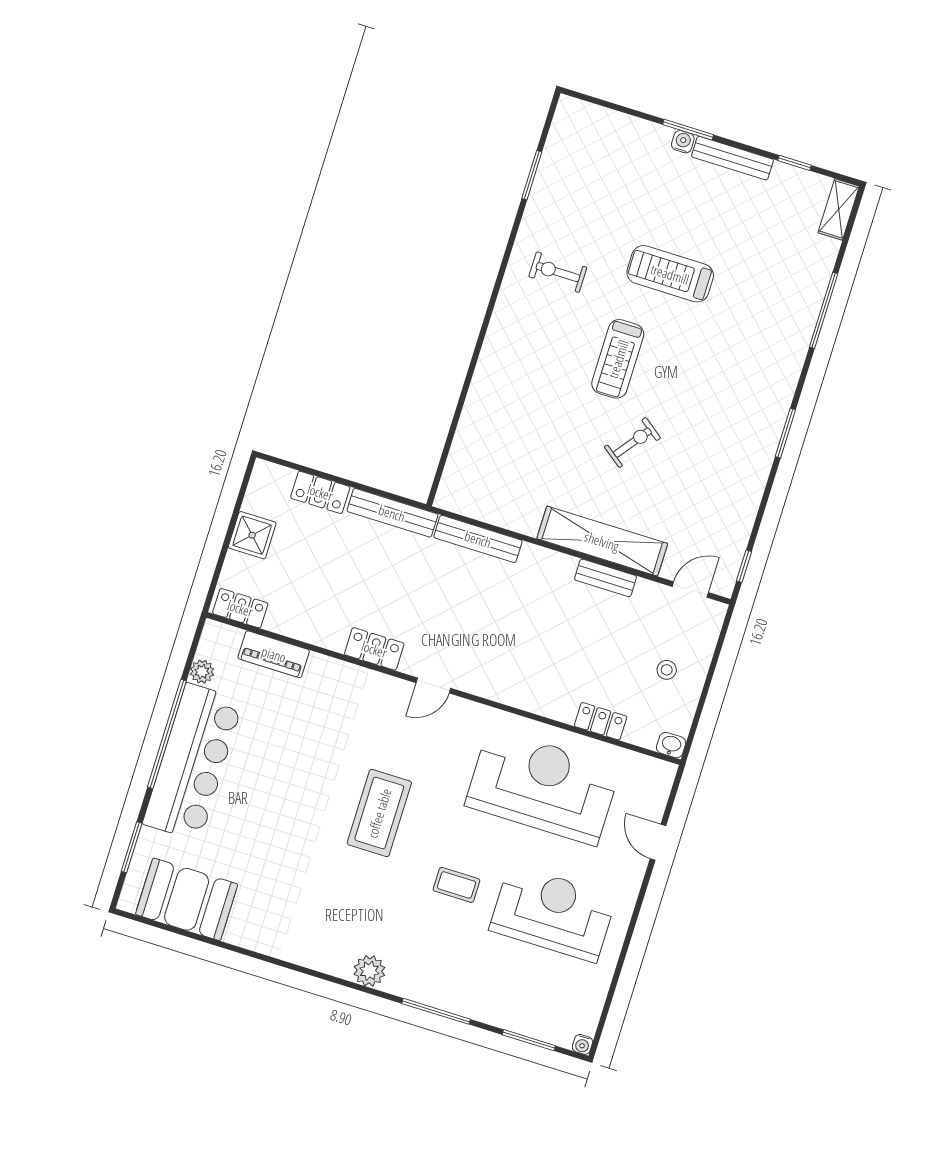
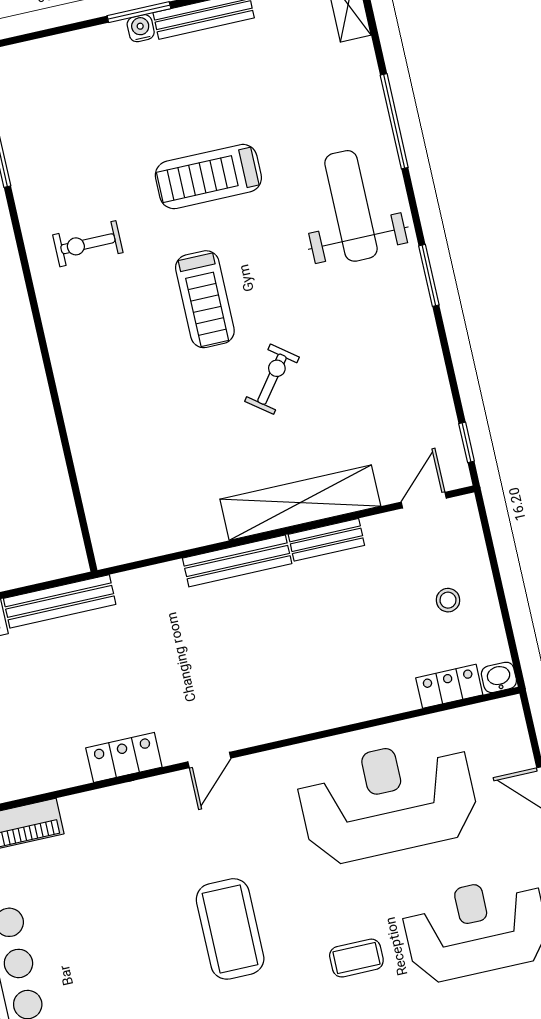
weight bench: (759, 353) -> (351, 206), added
bench: (478, 539) -> (237, 561), moved
locker: (601, 721) -> (449, 686), moved

